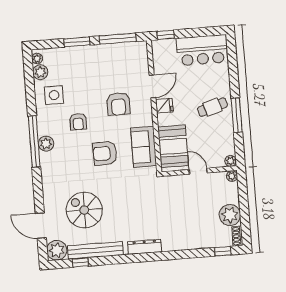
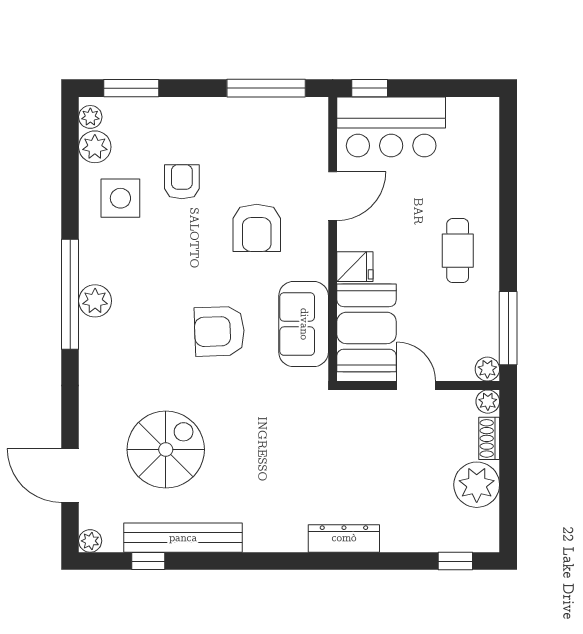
window: (77, 42) -> (131, 88), moved
bar counter: (202, 50) -> (391, 127), moved
fridge: (164, 106) -> (355, 267), moved
cafe table: (212, 107) -> (458, 251), turned -73
window: (237, 115) -> (508, 328), moved
armchair: (78, 122) -> (182, 182), moved, turned 180
spiral stairs: (84, 210) -> (166, 450), turned 90
shoe rack: (237, 236) -> (489, 438), moved
dresser: (145, 247) -> (344, 538), moved
plant: (57, 250) -> (90, 541), width x0.53, depth x0.53

